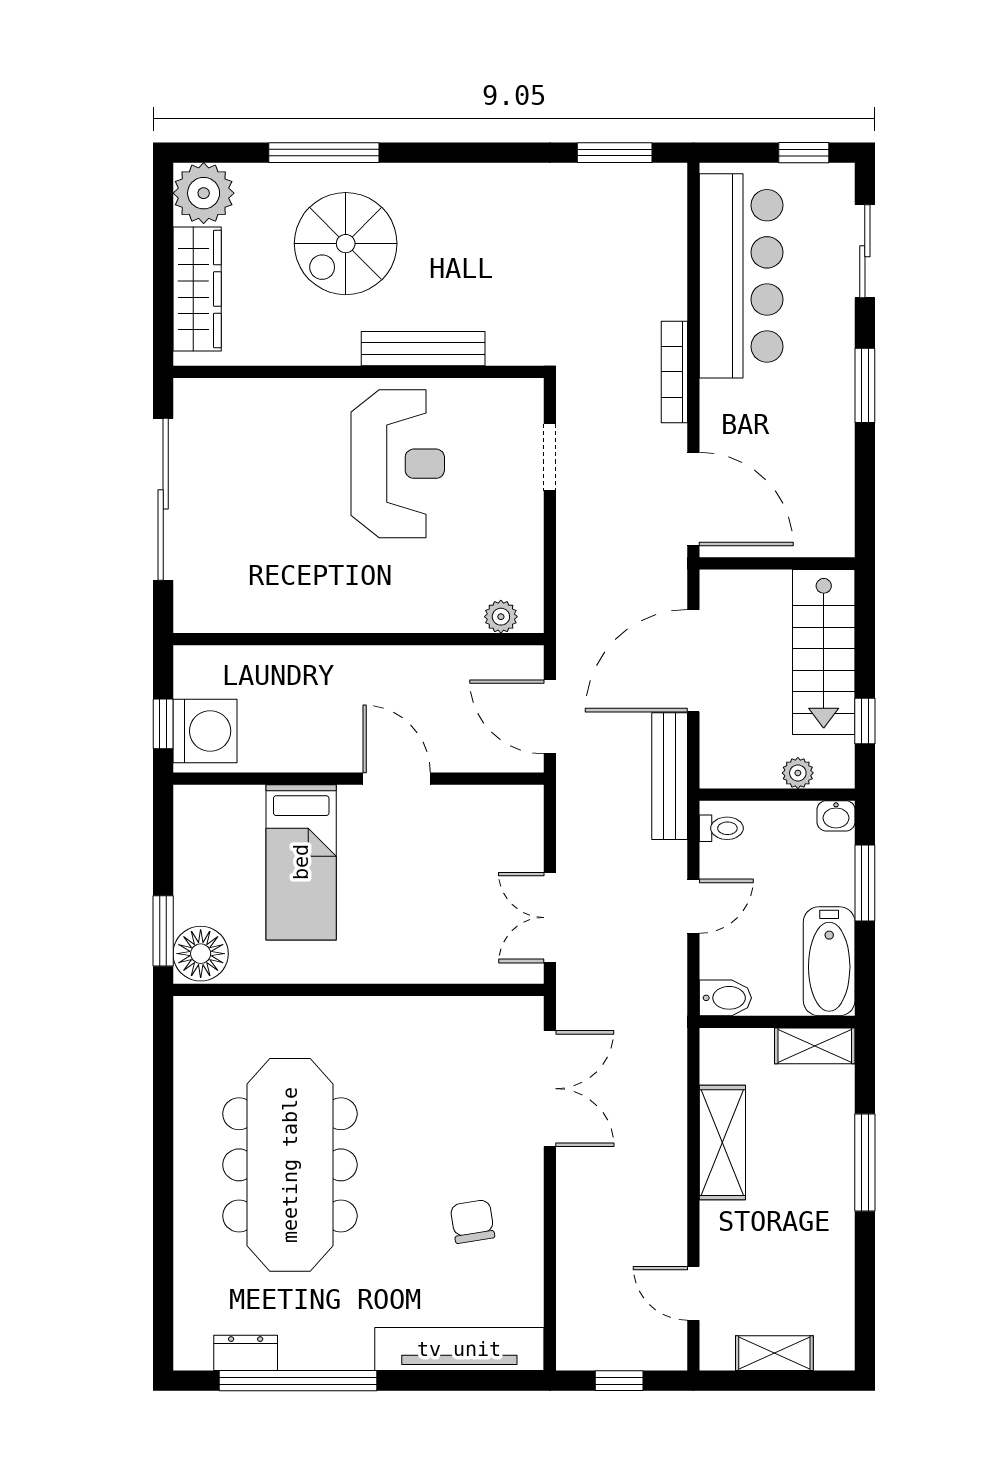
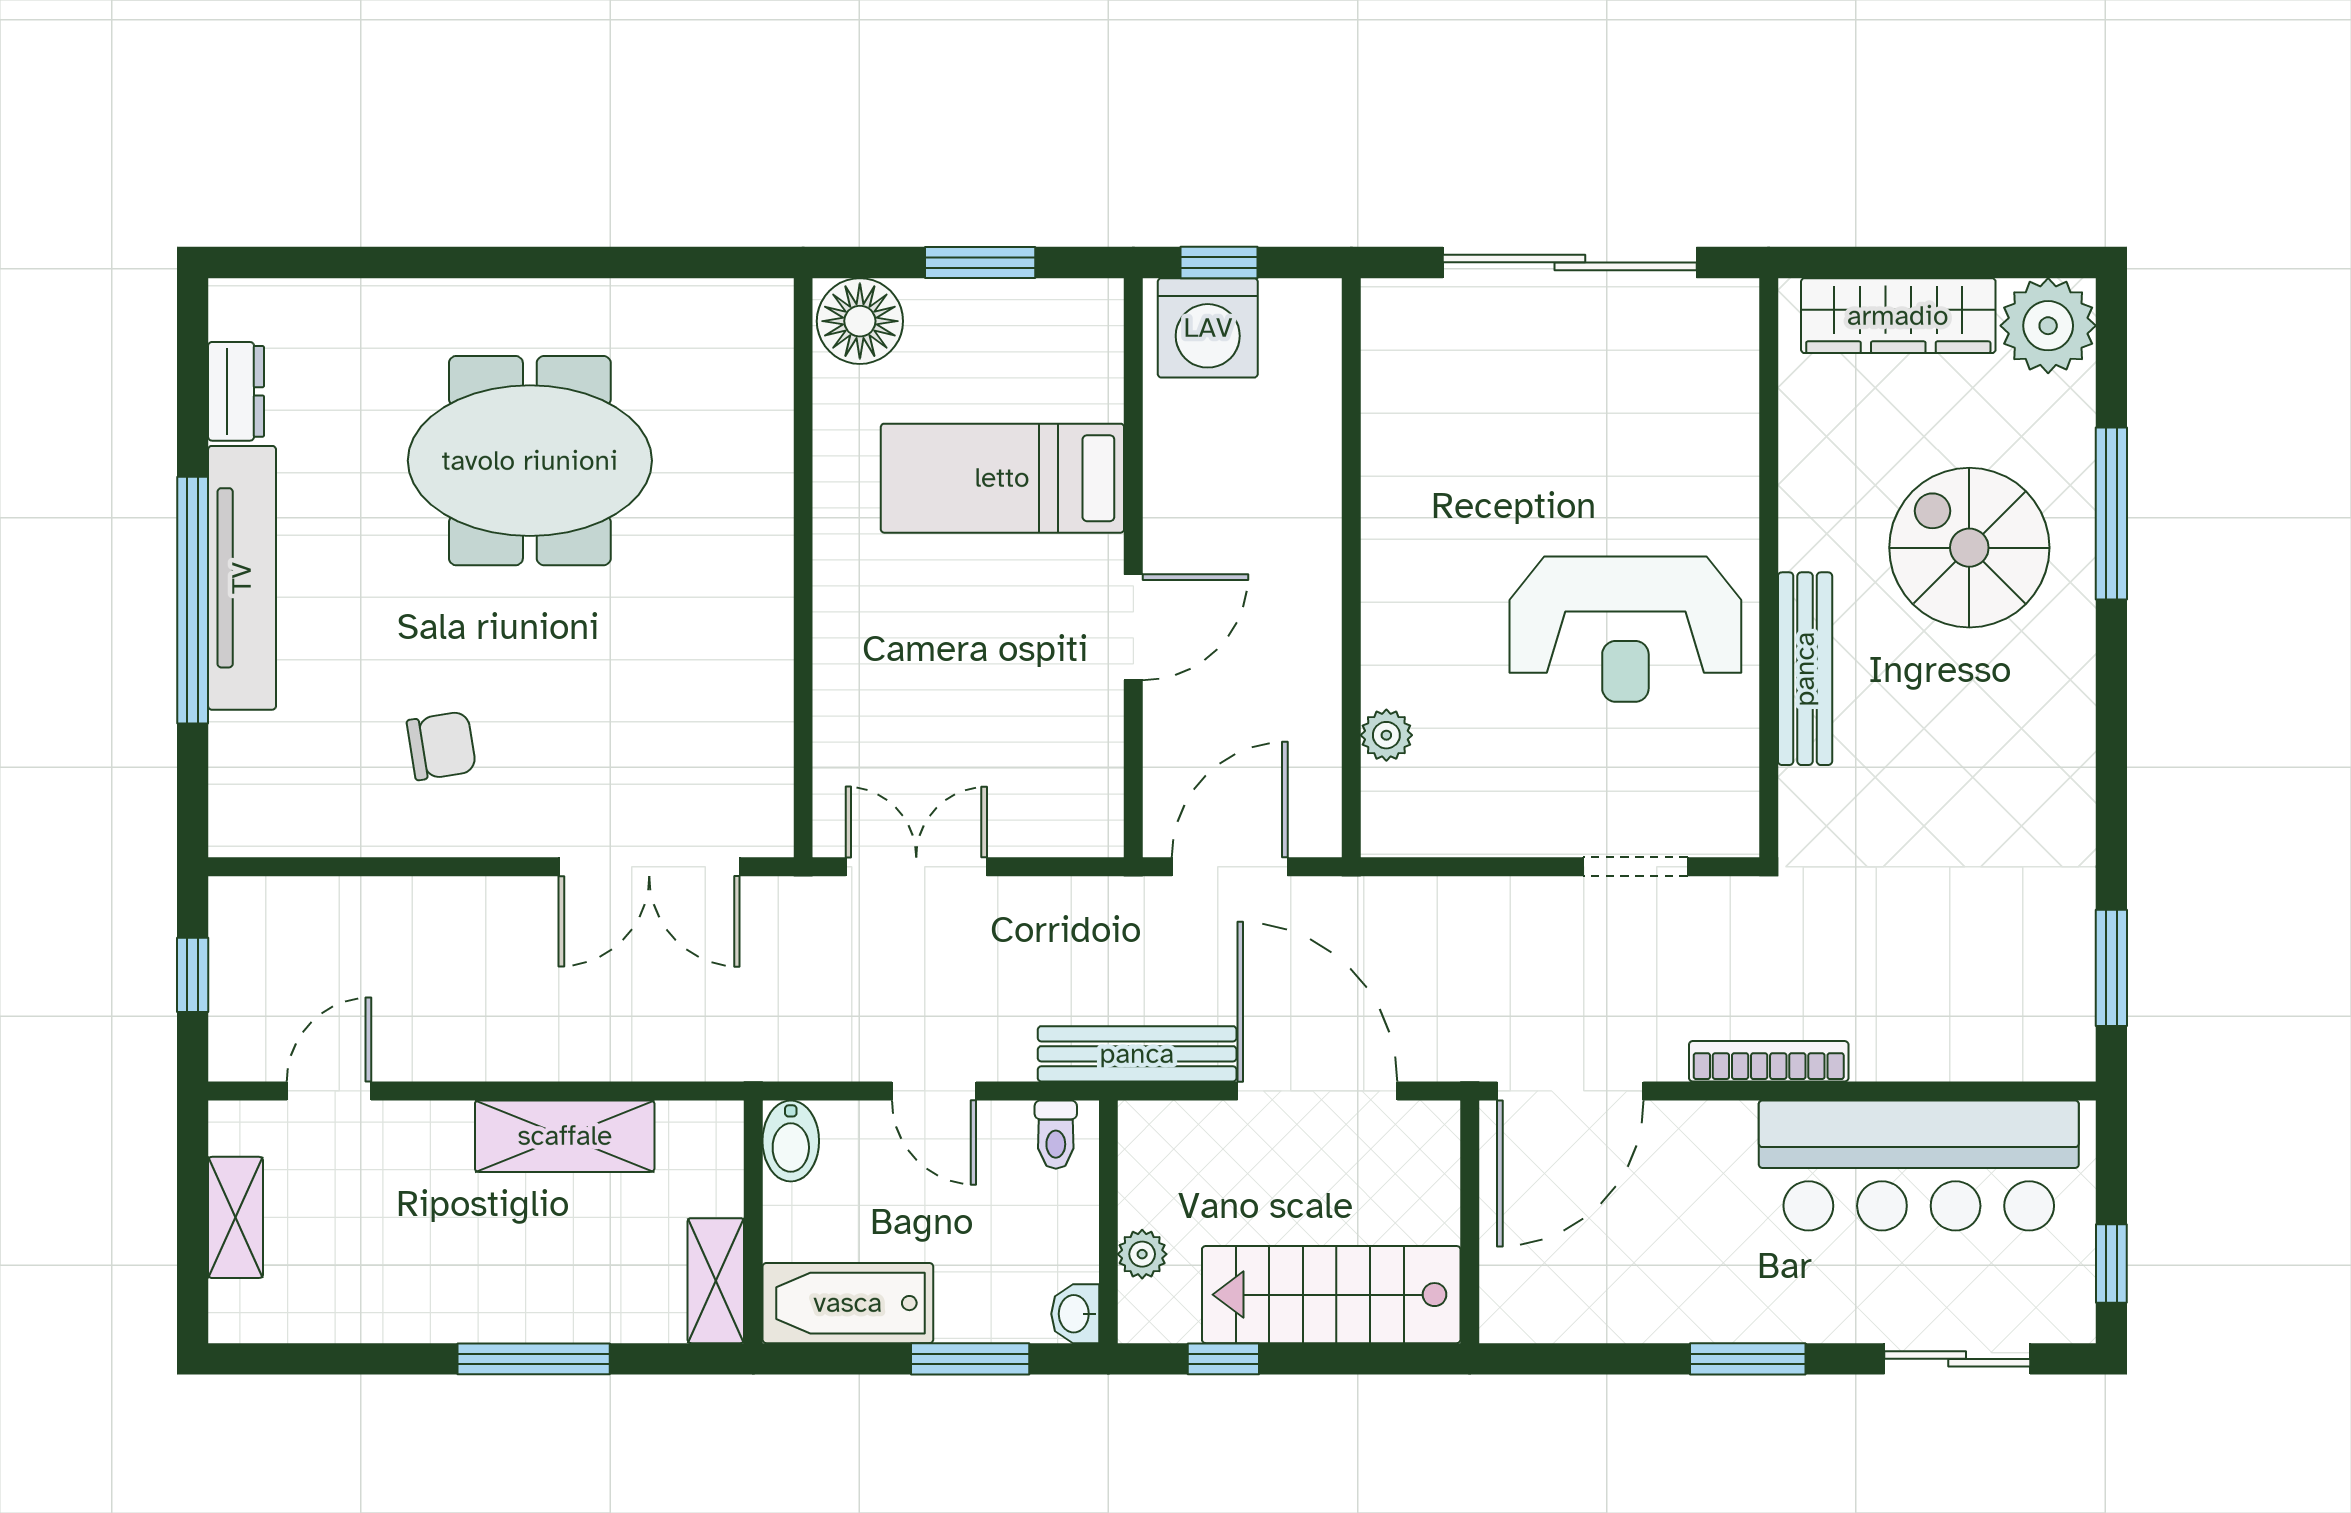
plant: (501, 617) -> (1386, 735), moved
window: (163, 931) -> (980, 262), moved
meeting table: (290, 1165) -> (530, 461), width x0.73
tv unit: (459, 1349) -> (242, 578), moved
window: (298, 1381) -> (193, 600), moved

